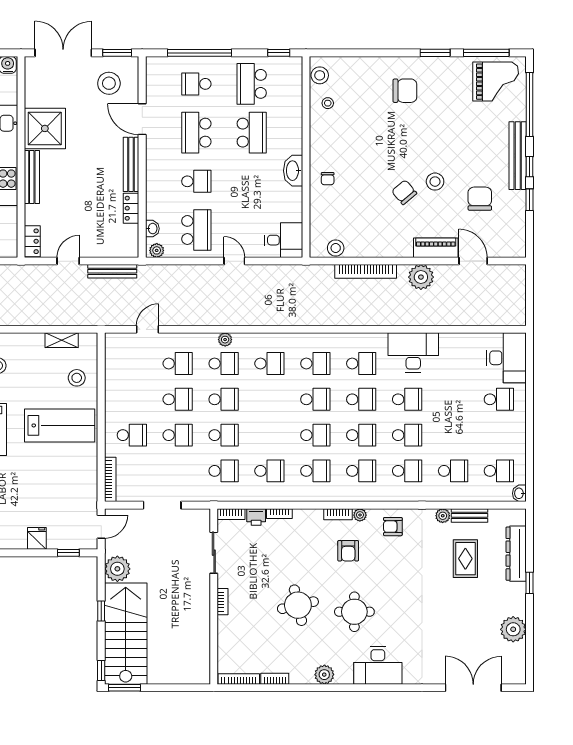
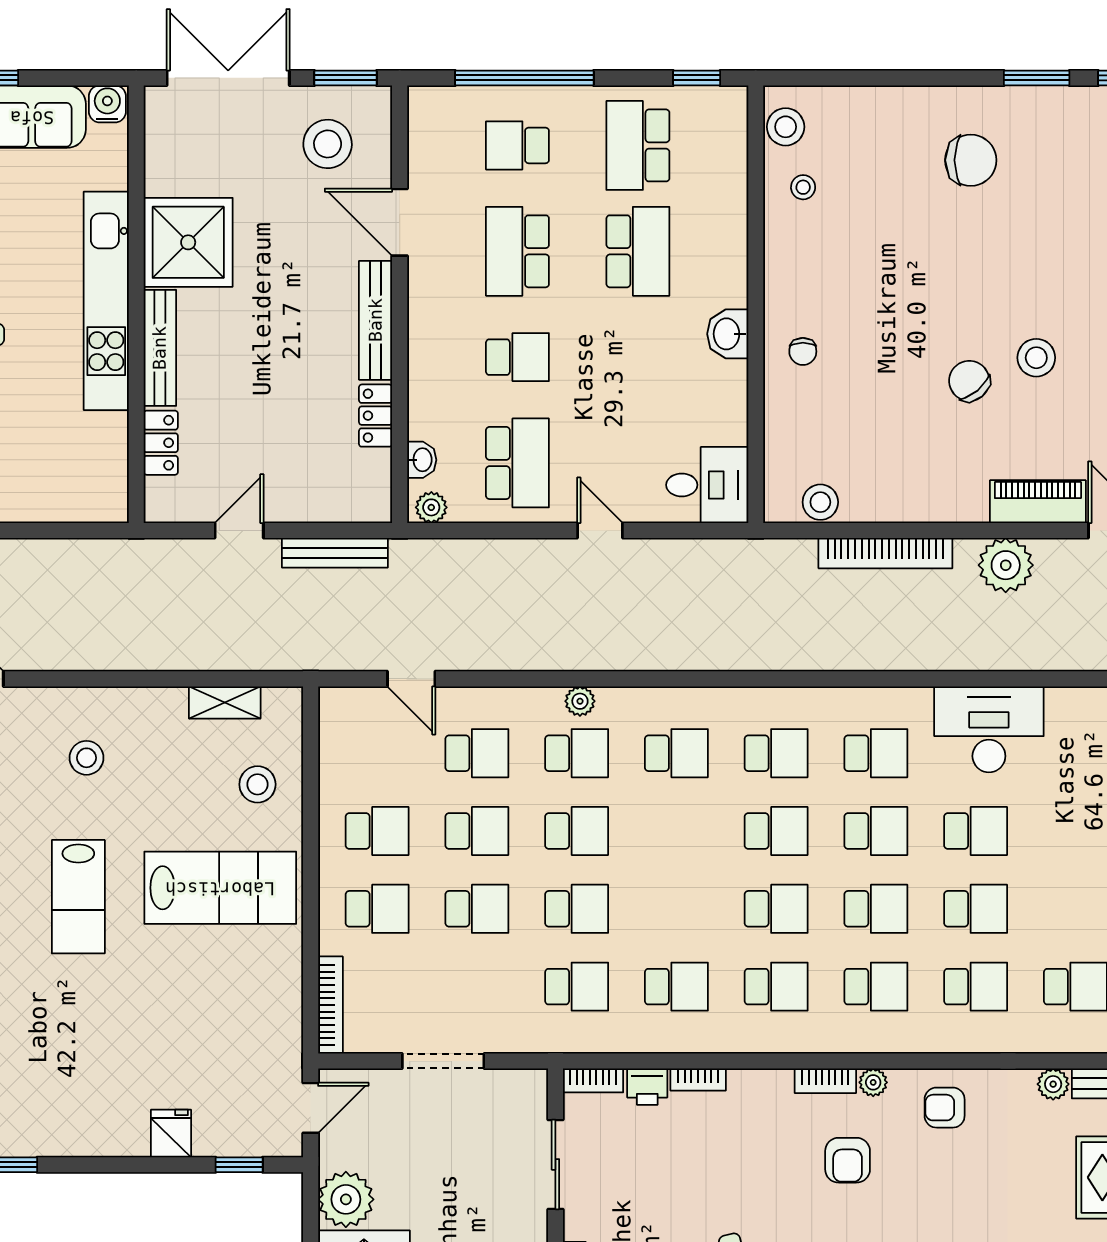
washbasin: (293, 171) -> (728, 334), width x0.72
locker: (32, 241) -> (161, 443), moved
door: (147, 329) -> (411, 679), swing flipped
school desk: (132, 399) -> (377, 831), added

